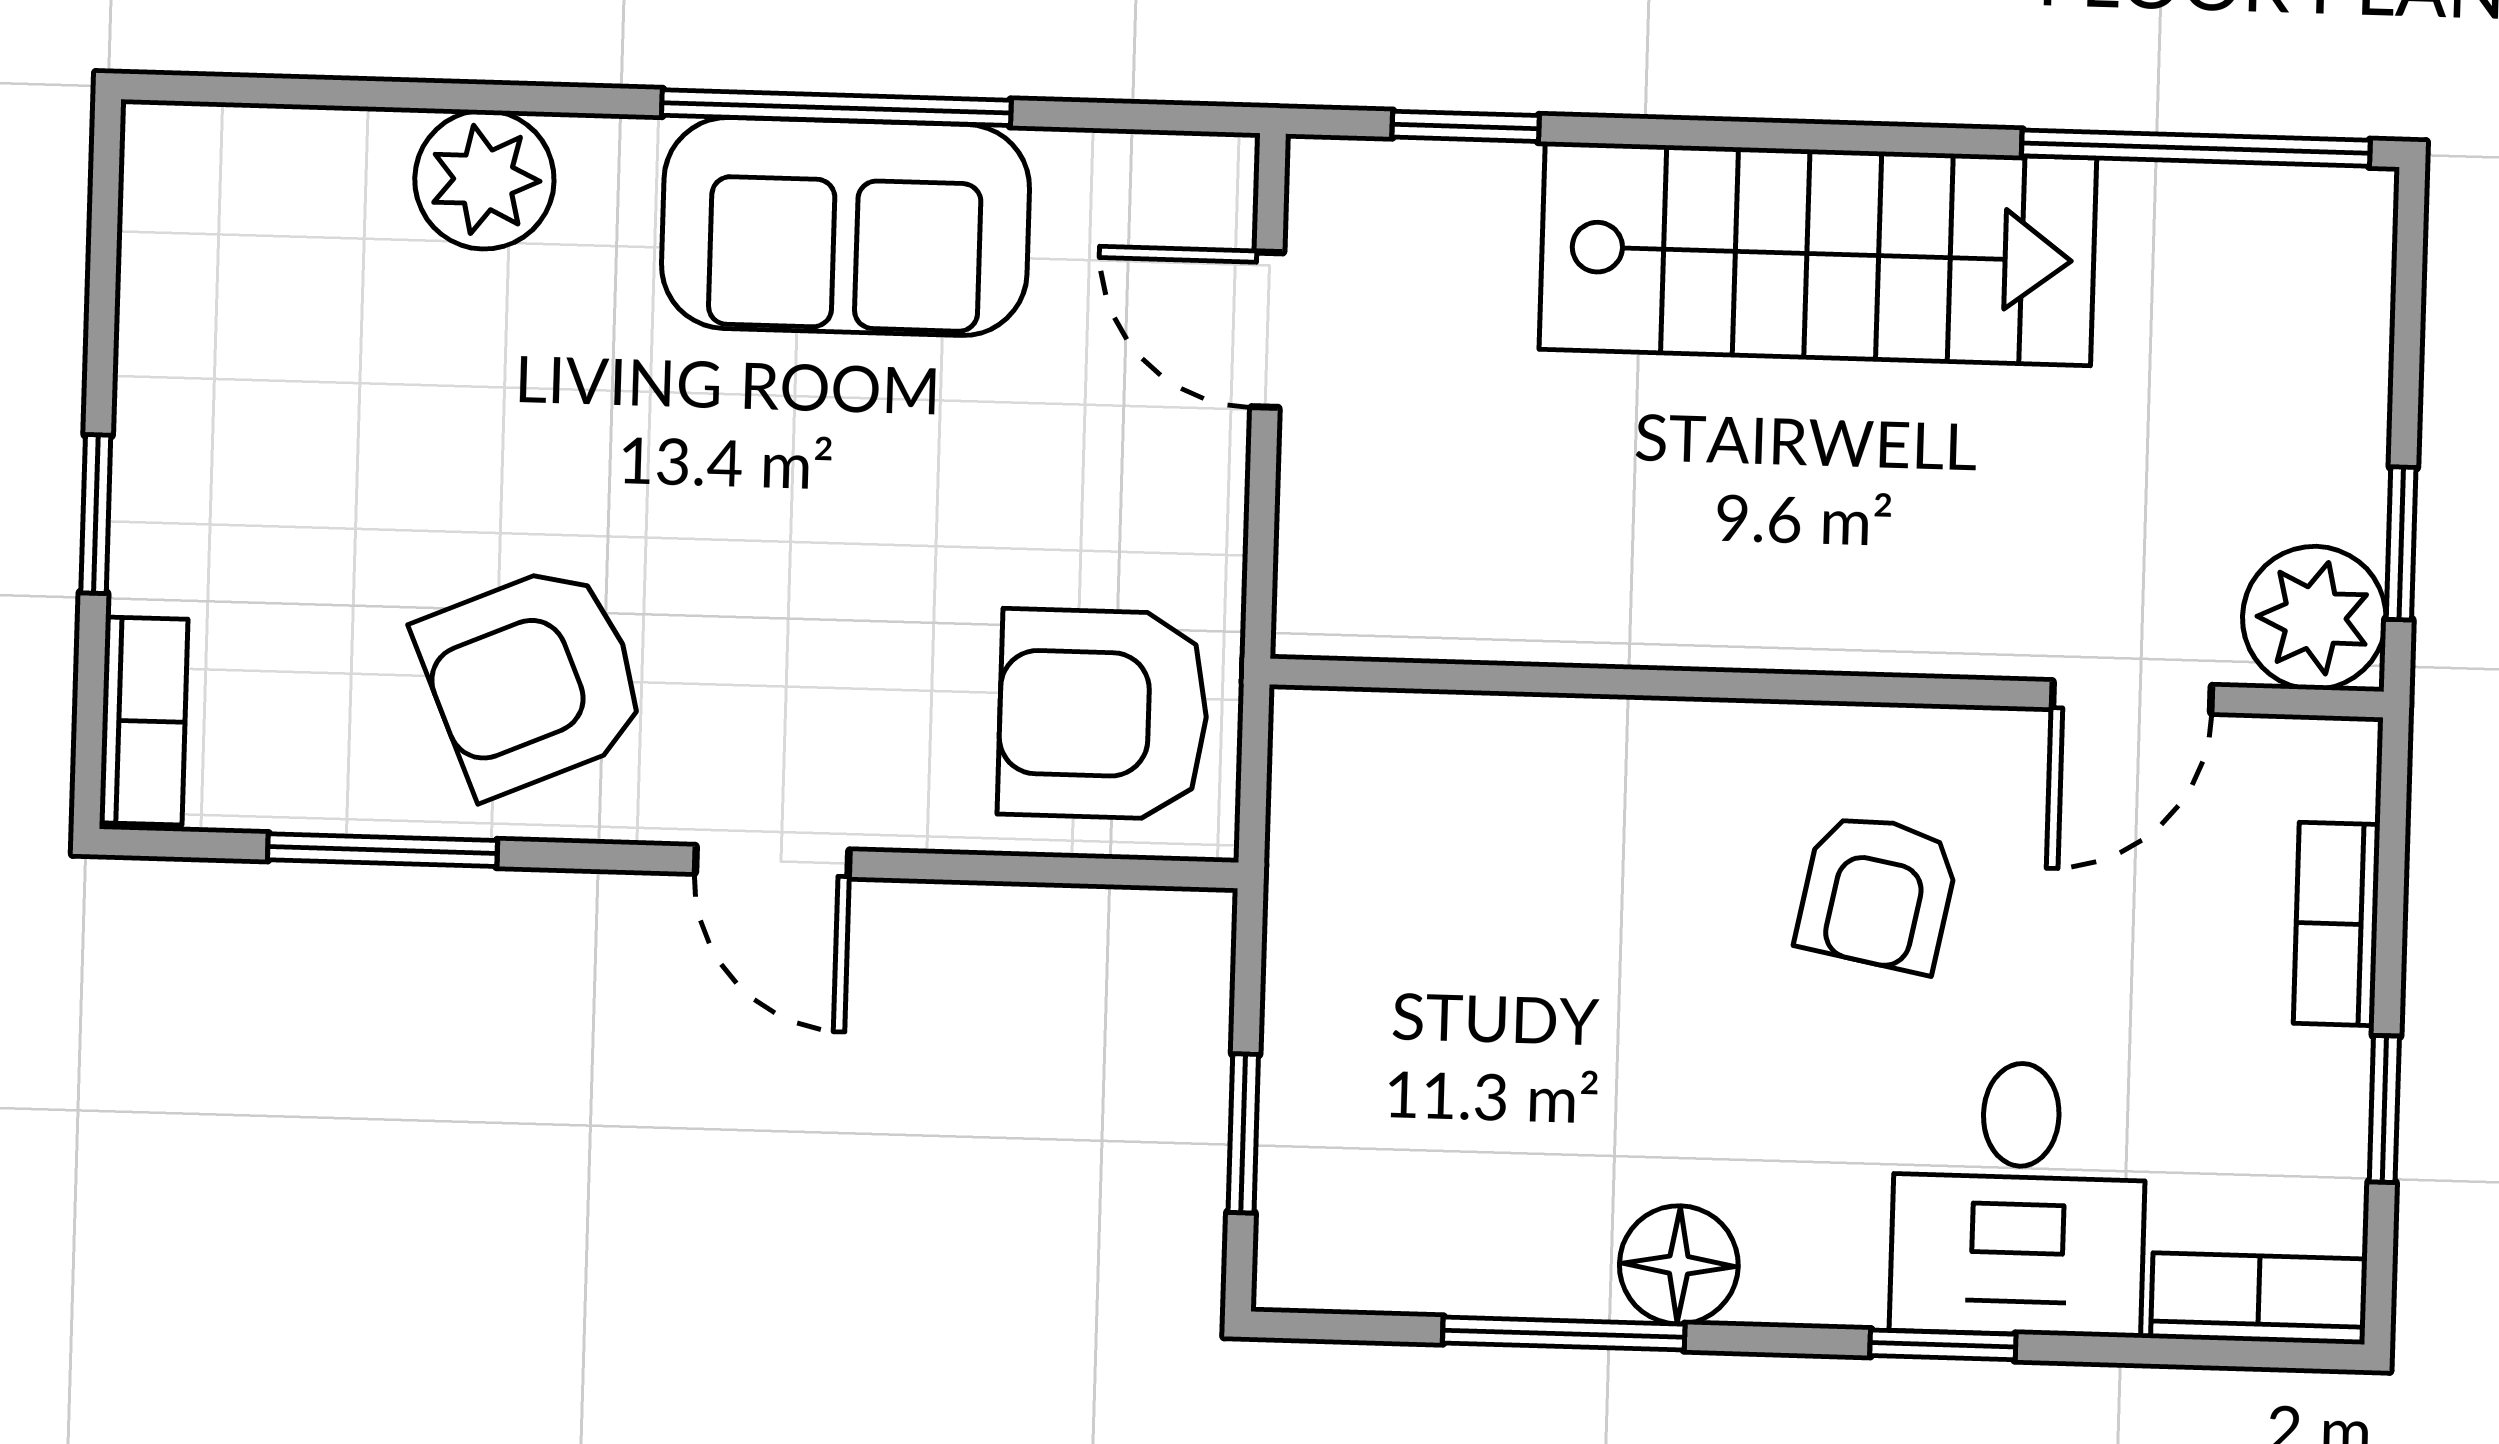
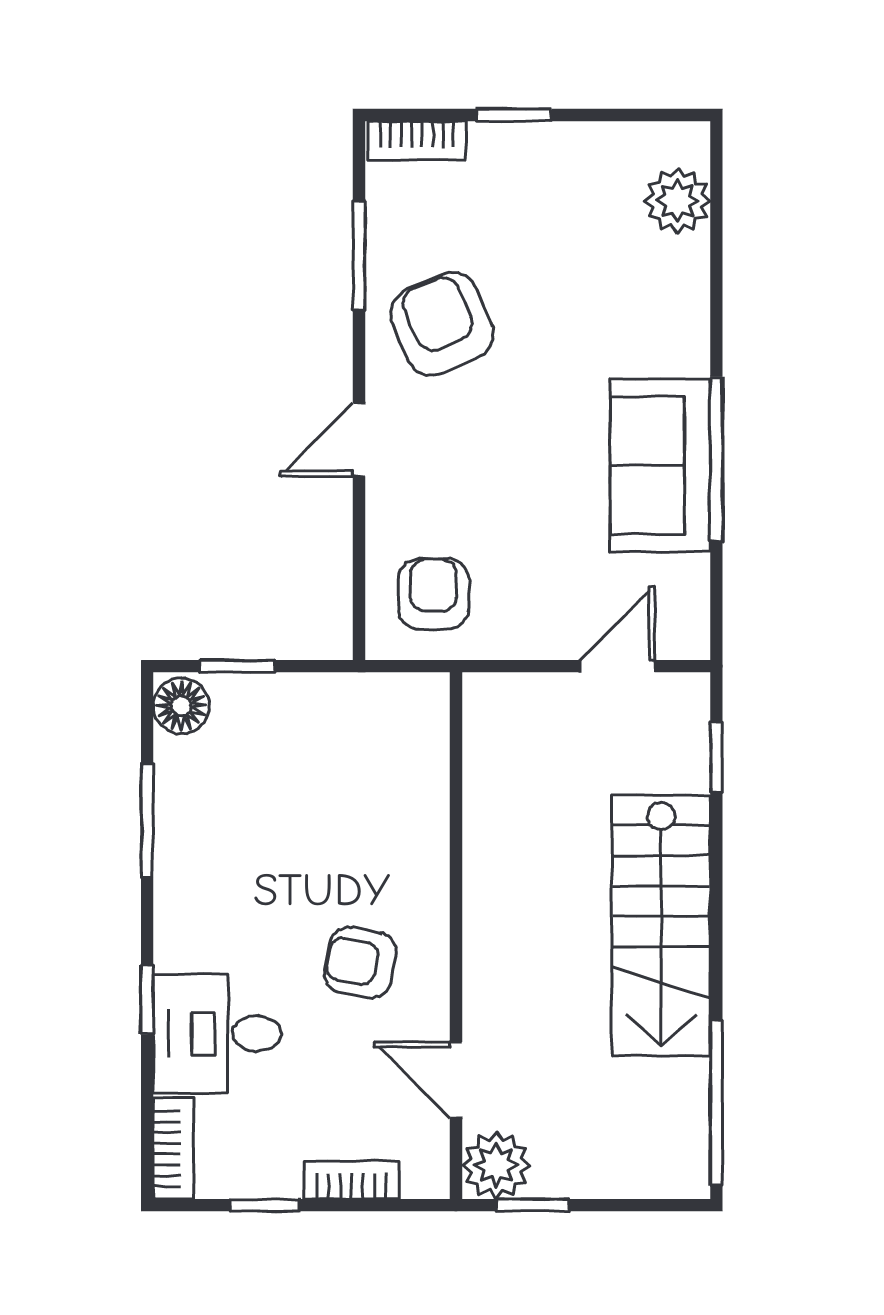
plant: (484, 180) -> (677, 201), moved
armchair: (1103, 714) -> (433, 594), width x0.72, depth x0.72
floor lamp: (1679, 1265) -> (181, 706), moved

